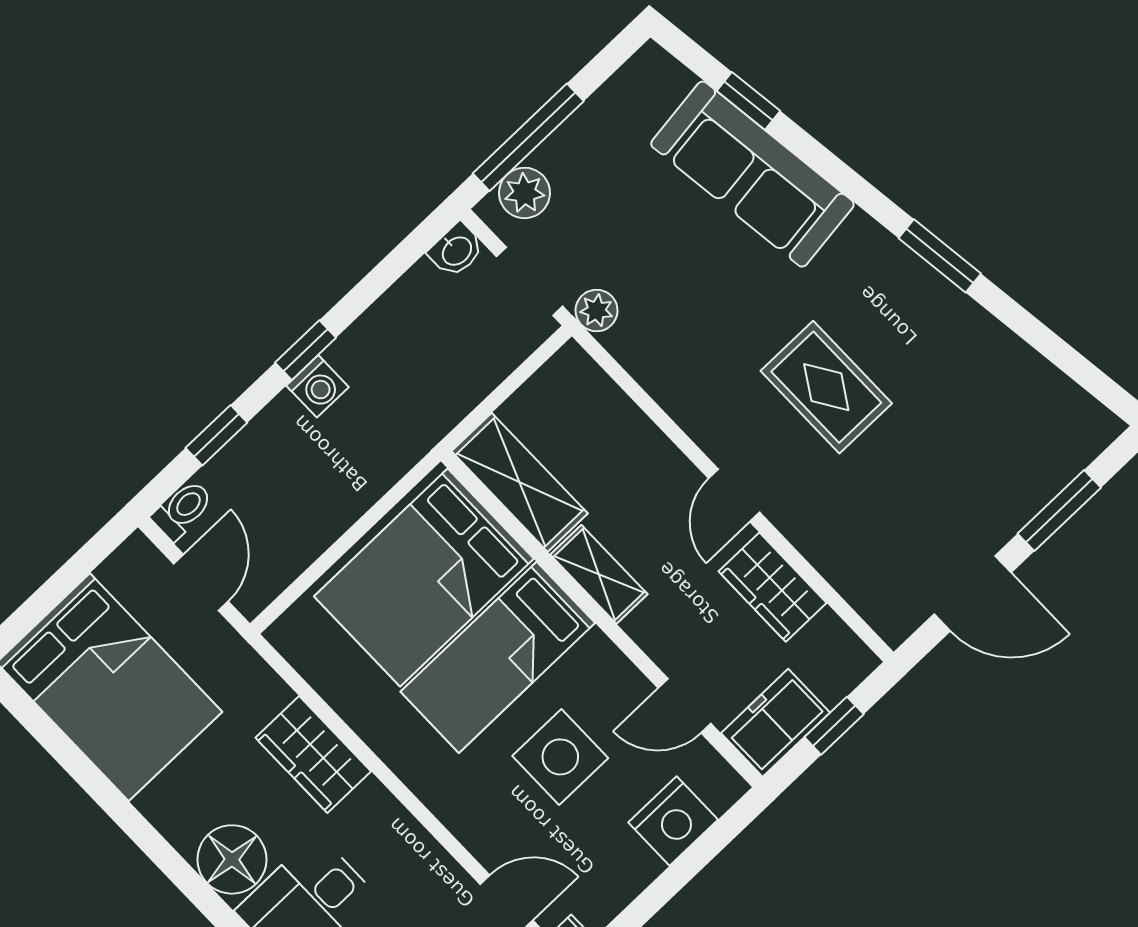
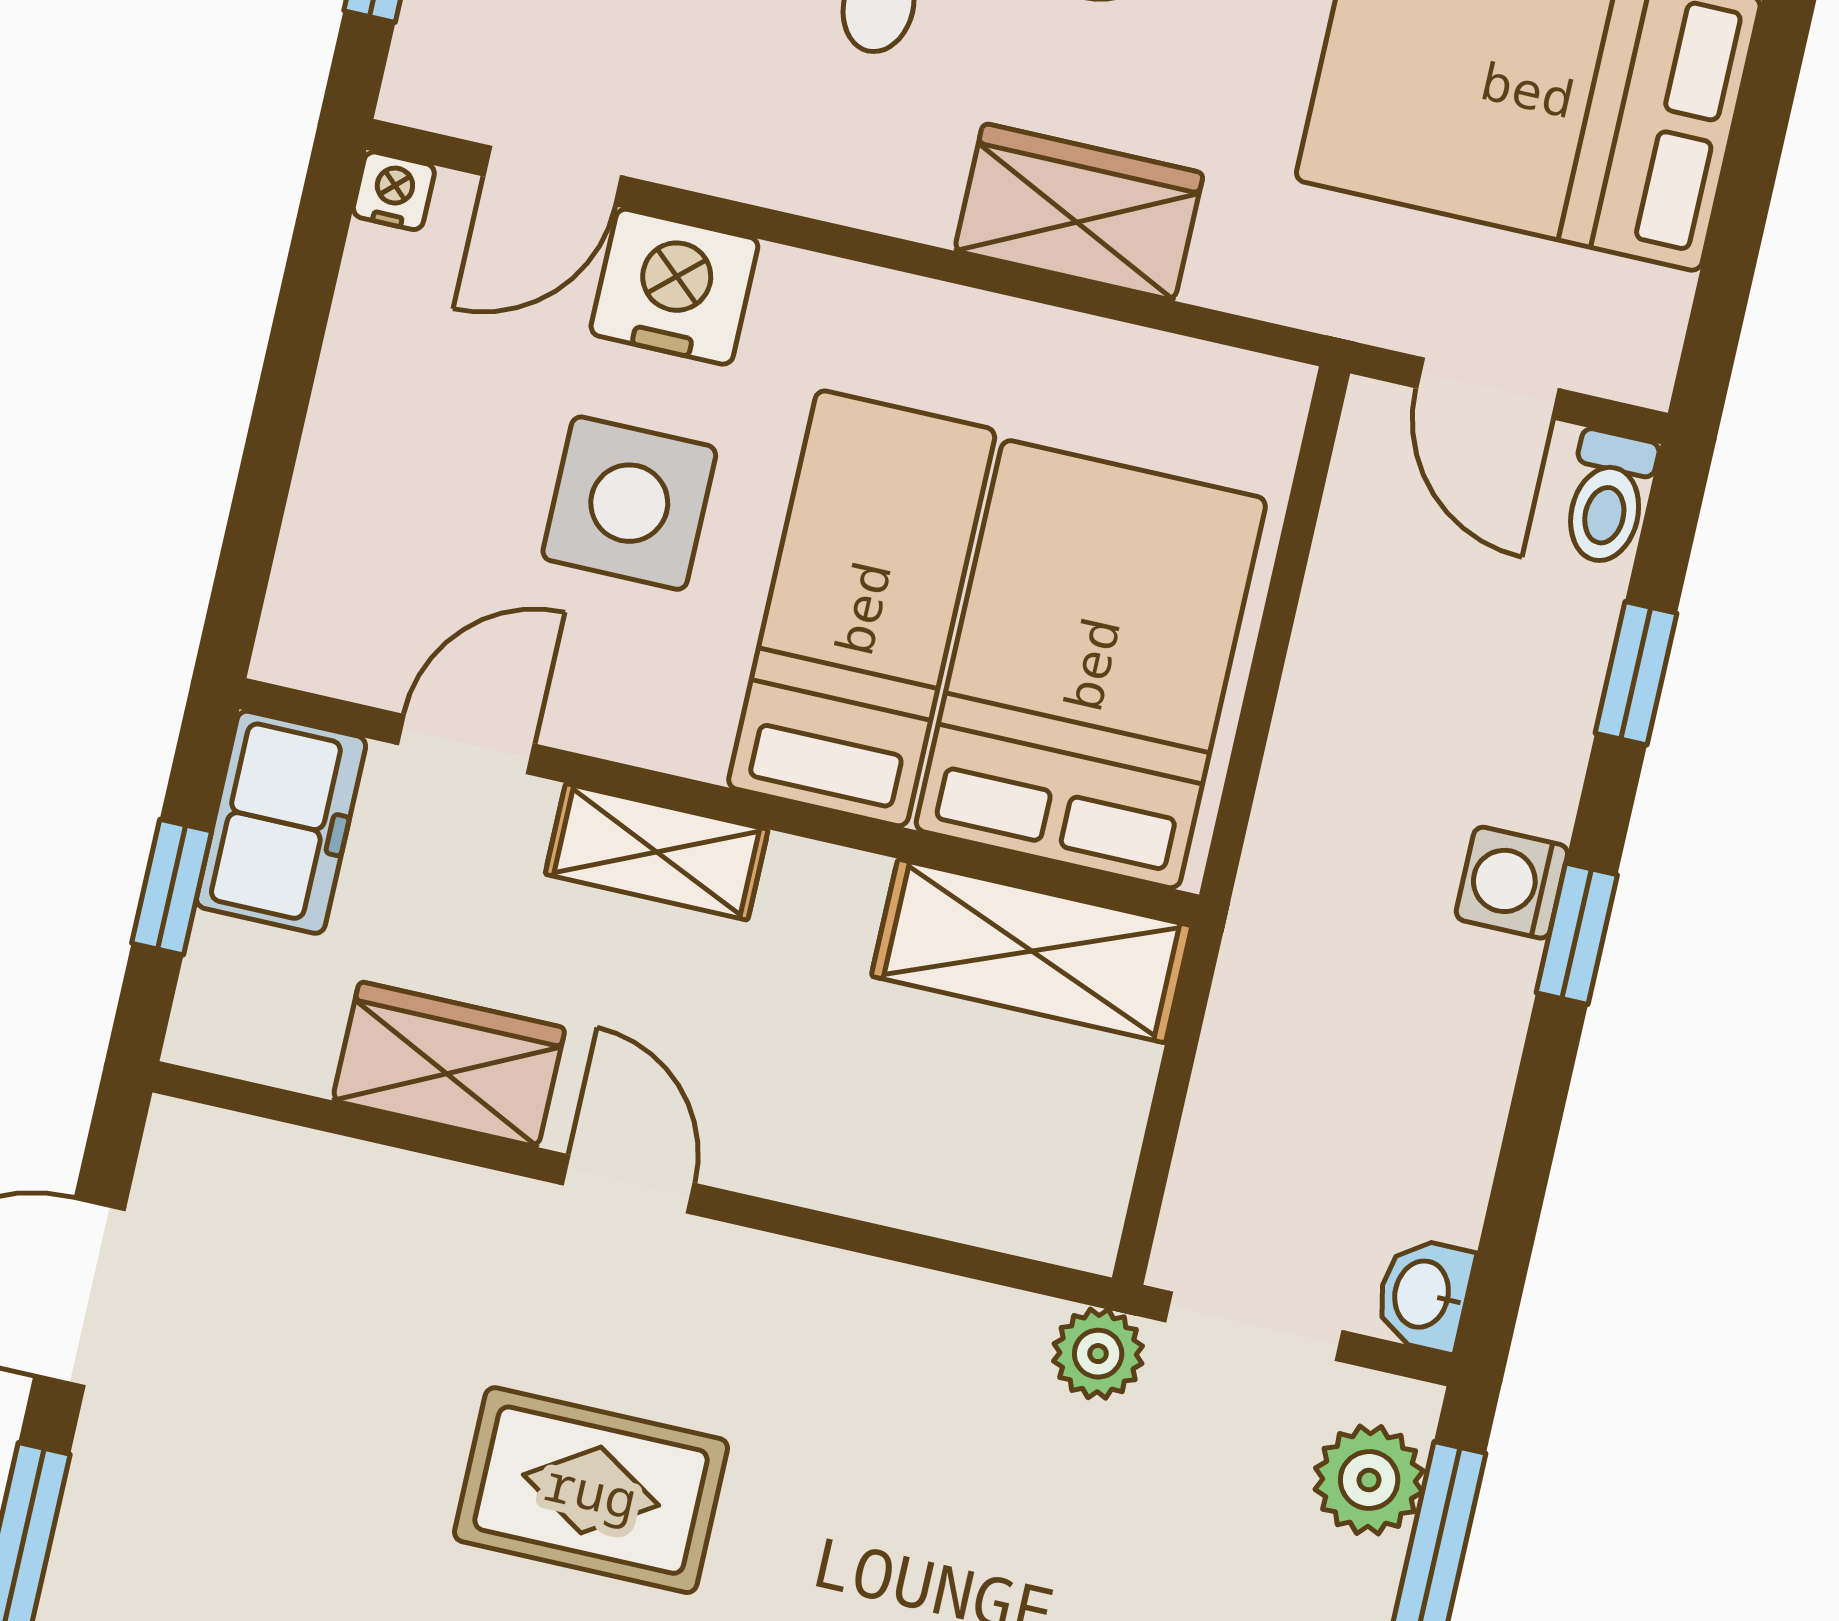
shelving: (599, 574) -> (657, 852), moved
nightstand: (673, 821) -> (674, 287), moved, turned 90

